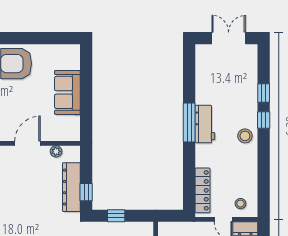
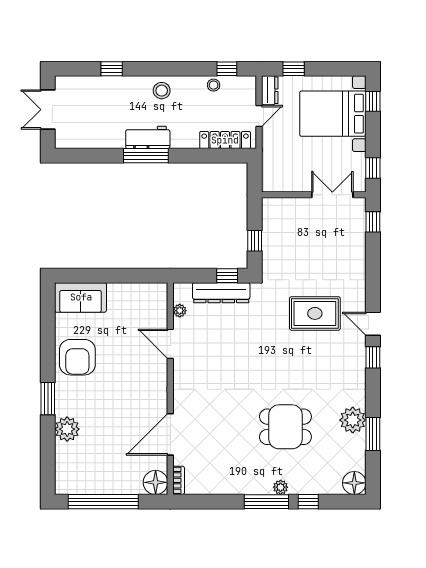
sofa: (67, 92) -> (81, 297), moved
window: (264, 120) -> (227, 69), moved
stool: (241, 204) -> (214, 85), moved

